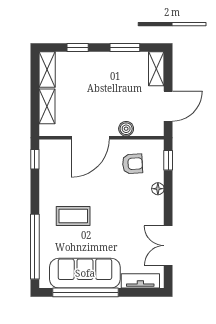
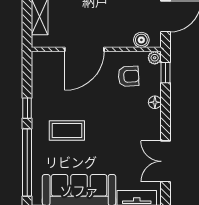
boiler: (126, 129) -> (141, 40), moved
plant: (158, 146) -> (155, 58), added
window: (35, 159) -> (27, 108), moved

